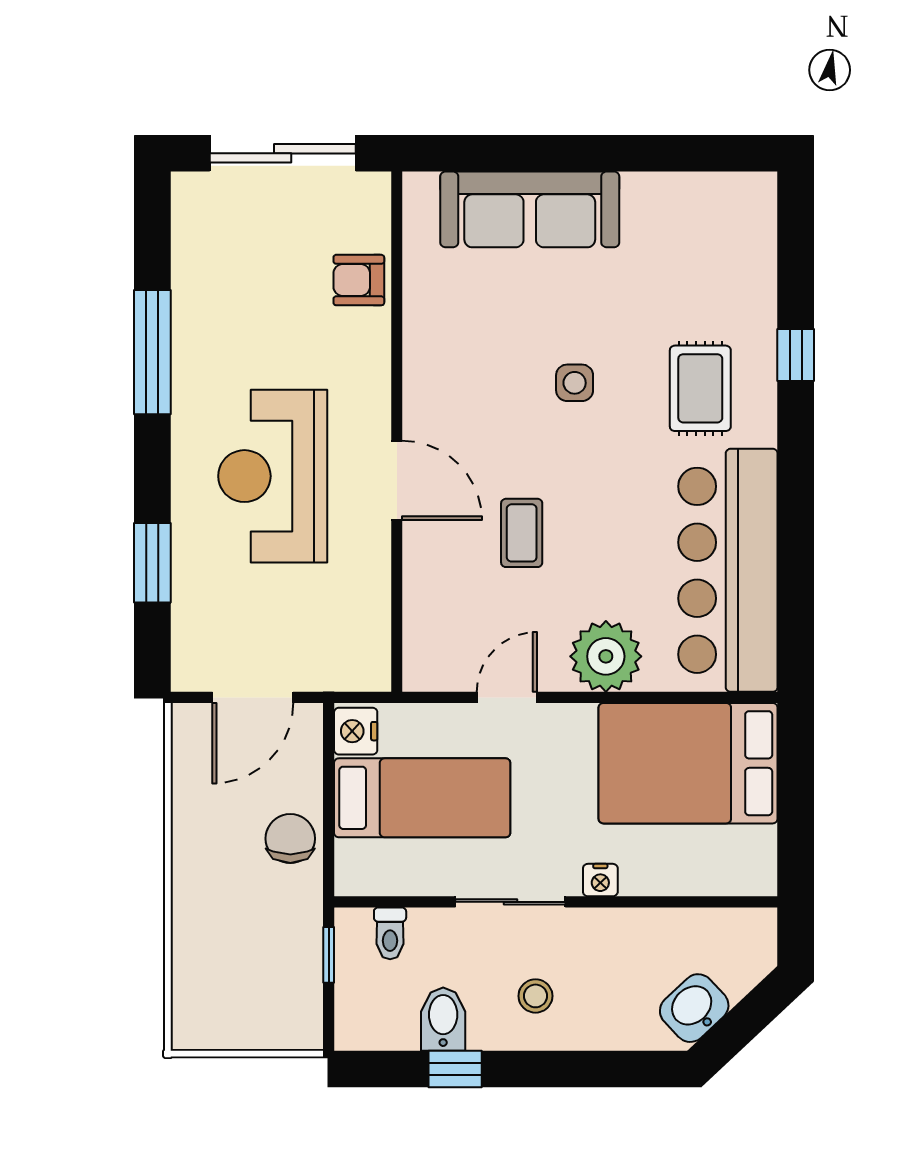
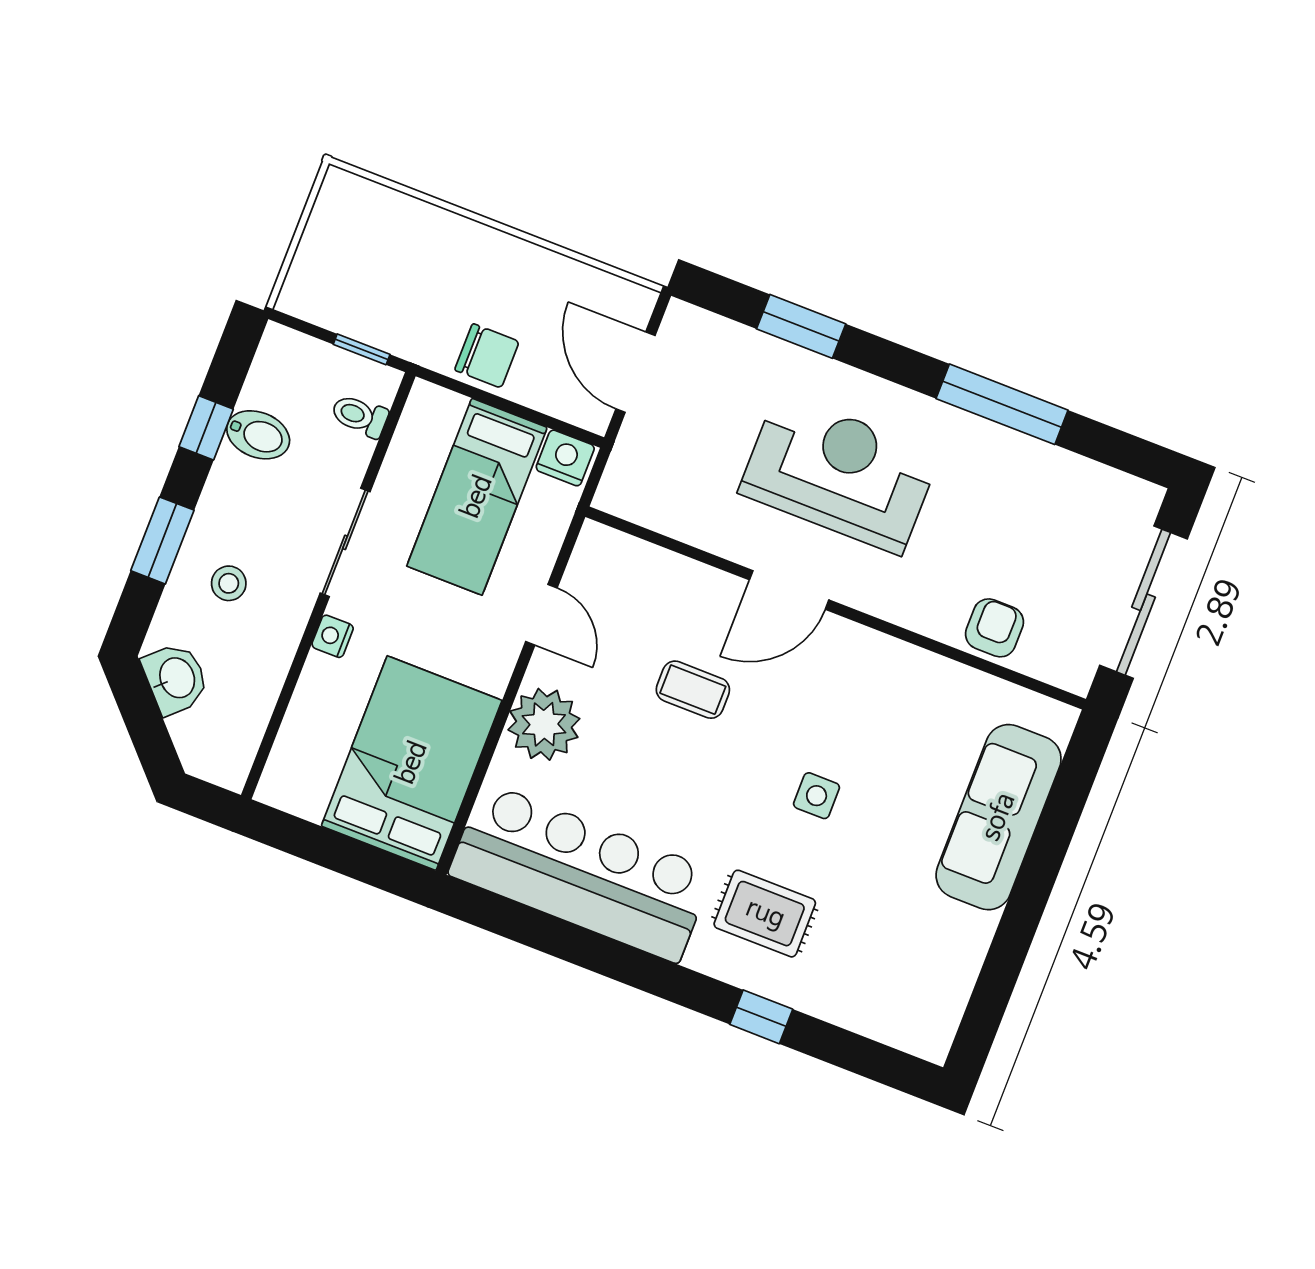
stool: (535, 996) -> (229, 583), moved
window: (573, 1069) -> (162, 540), added

